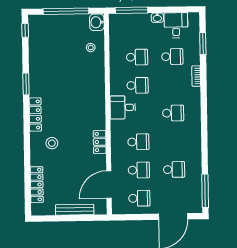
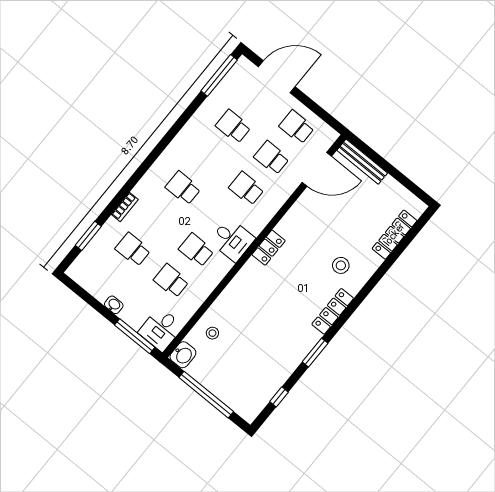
desk: (176, 25) -> (161, 329), moved
window: (25, 30) -> (279, 397), moved
locker: (100, 142) -> (269, 248), moved
bench: (75, 210) -> (362, 162), moved

